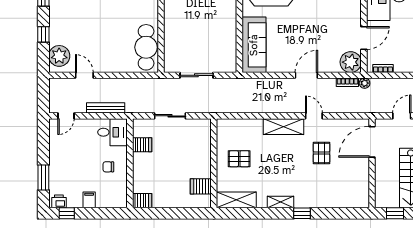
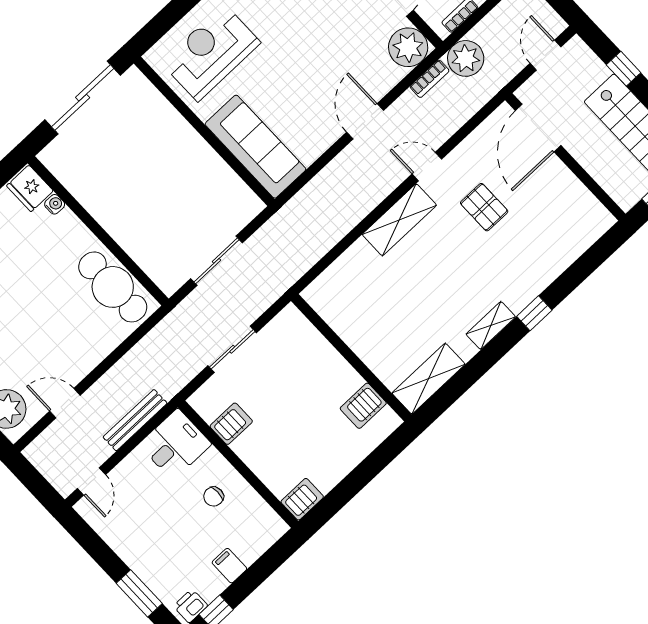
plant: (365, 83) -> (466, 58), width x1.87, depth x1.87
pallet: (239, 159) -> (380, 319), removed

